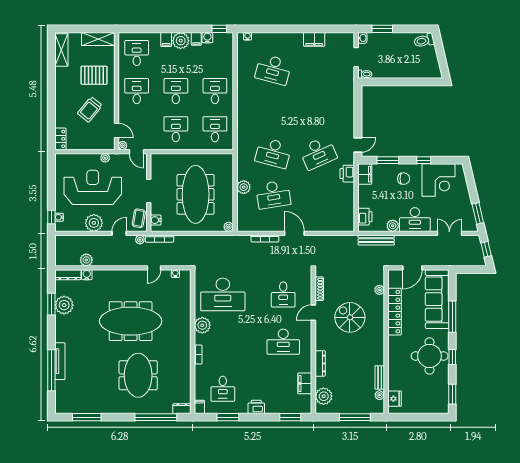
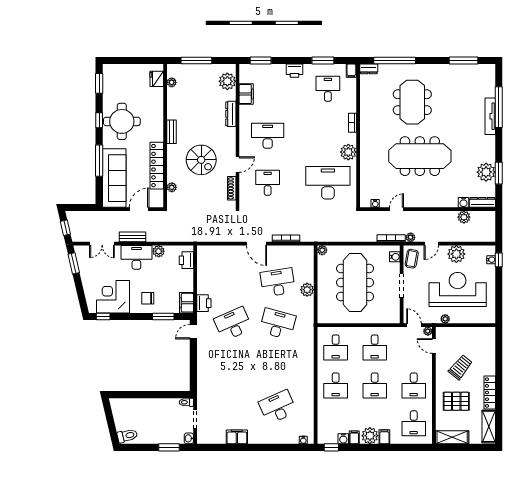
desk: (273, 69) -> (278, 407), turned -39
locker: (60, 139) -> (490, 393), moved, width x1.53
window: (424, 160) -> (103, 317), moved
reception desk: (93, 187) -> (458, 289), turned 180
bench: (376, 240) -> (132, 237), moved, width x0.73
bench: (380, 378) -> (171, 132), moved

